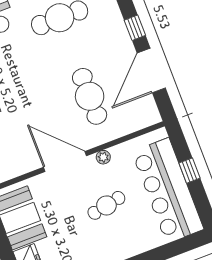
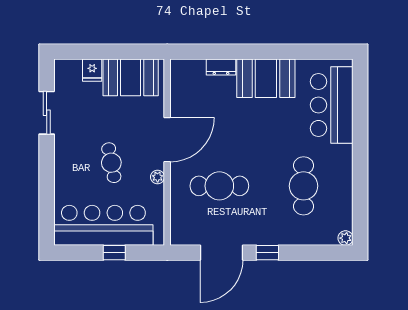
door: (151, 70) -> (222, 253), swing flipped

